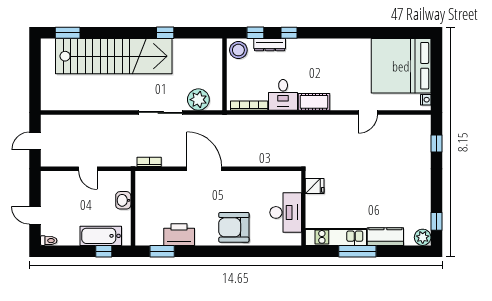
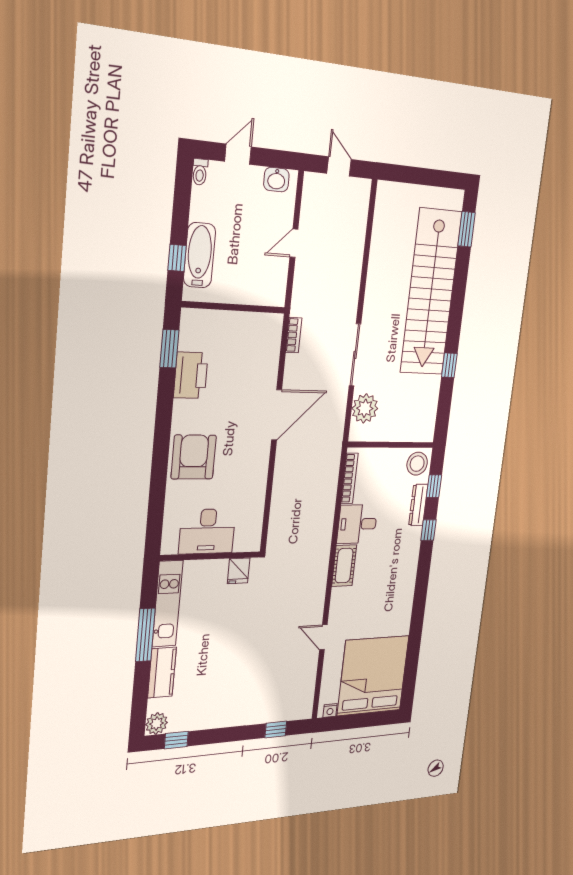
washbasin: (123, 200) -> (276, 180), moved, turned 180

